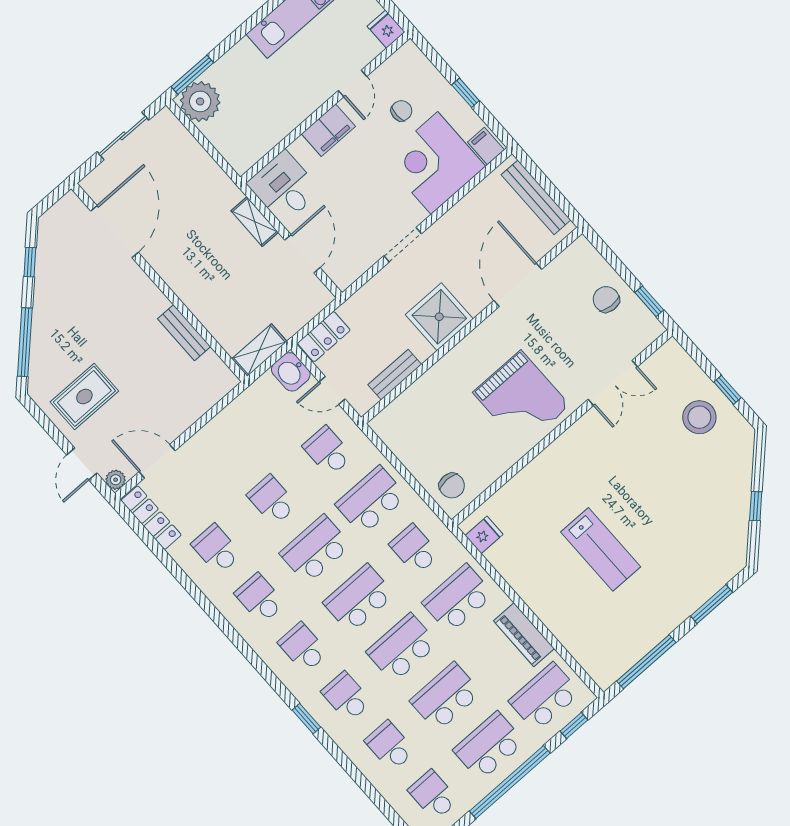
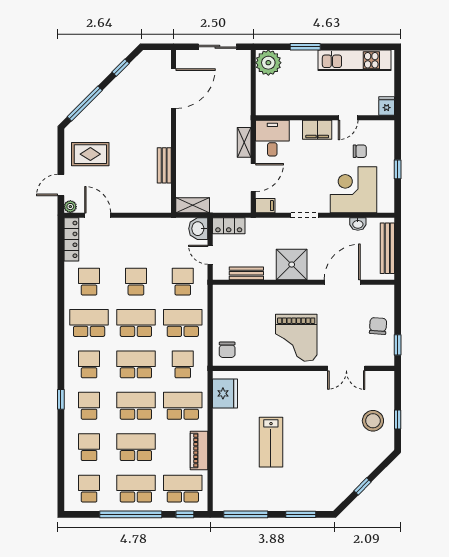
window: (192, 75) -> (305, 47), moved
filing cabinet: (486, 146) -> (265, 206), moved, turned 90
washbasin: (475, 199) -> (358, 224), added
fridge: (484, 535) -> (225, 393), width x1.88, depth x1.34
school desk: (260, 598) -> (89, 323), width x1.85

